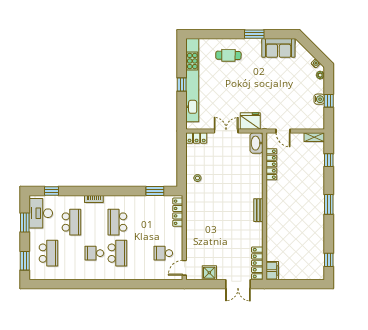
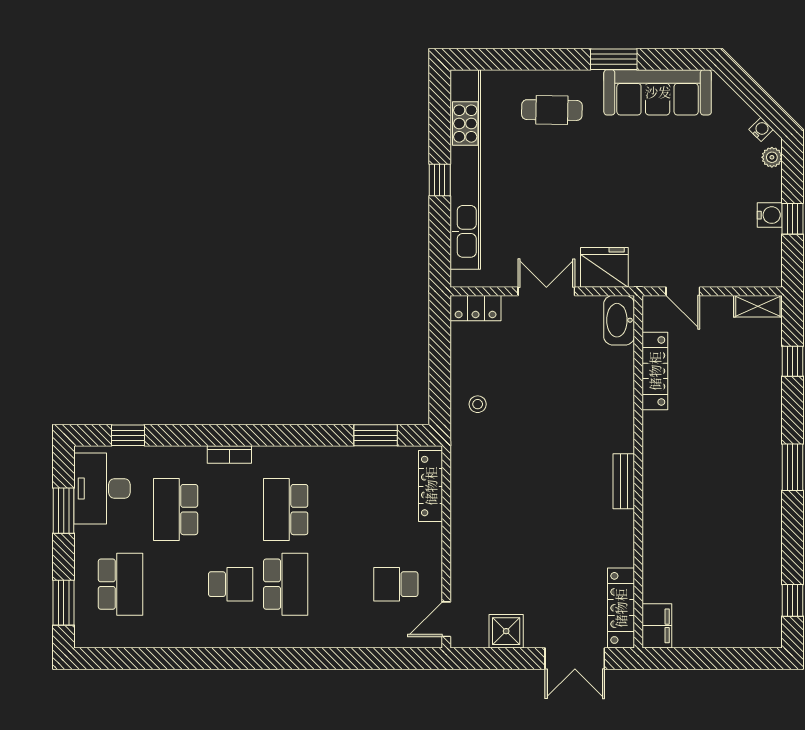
sofa: (278, 48) -> (658, 92), width x1.36
school desk: (71, 222) -> (176, 510), turned 180
school desk: (94, 253) -> (231, 584), turned 180

